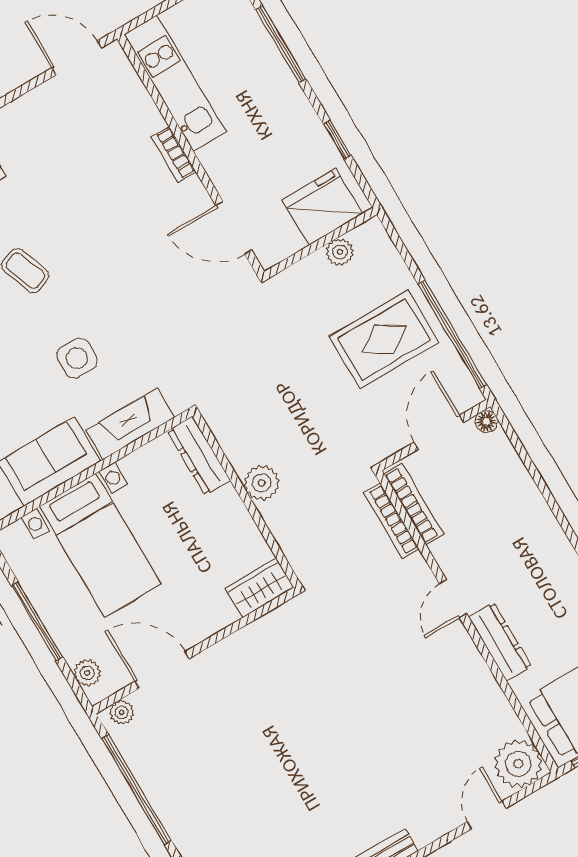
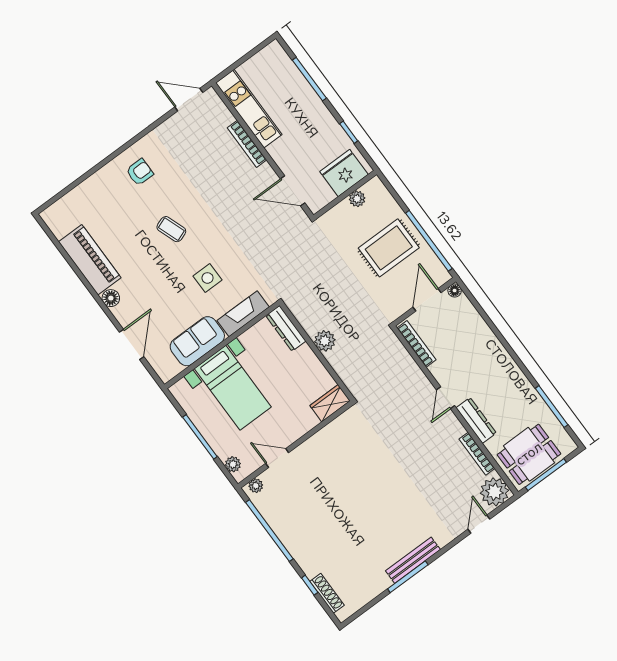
bookcase: (173, 154) -> (247, 144), width x1.56
bookcase: (391, 521) -> (477, 454), moved
door: (162, 670) -> (277, 458), width x0.73

